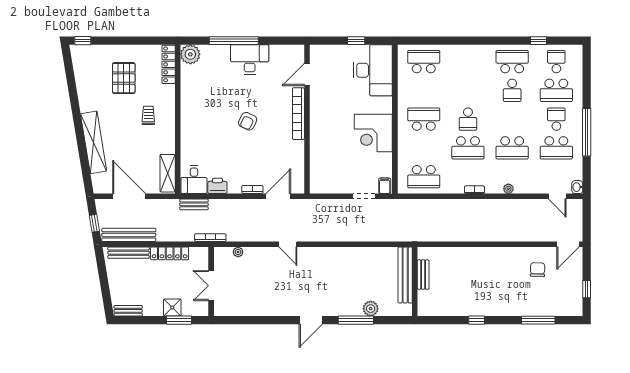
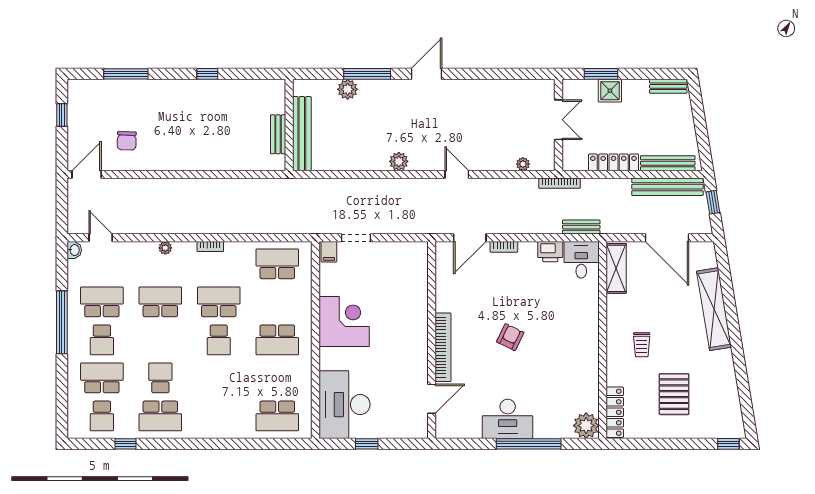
school desk: (468, 119) -> (219, 340), turned 180
plant: (332, 254) -> (399, 161), added

